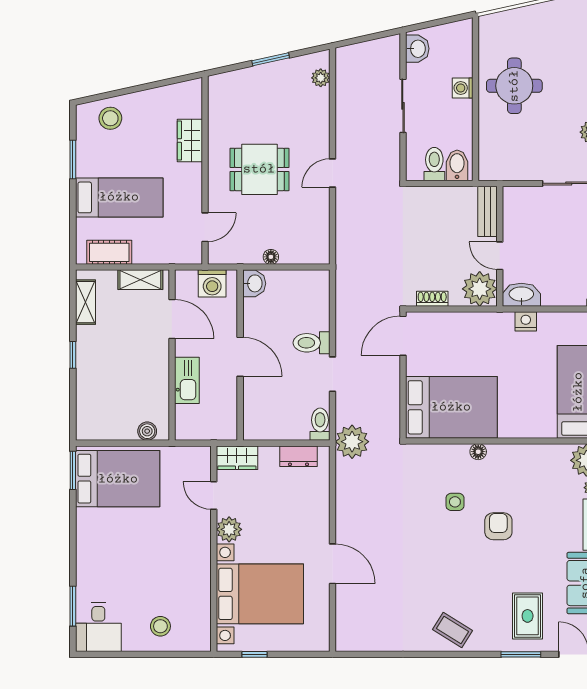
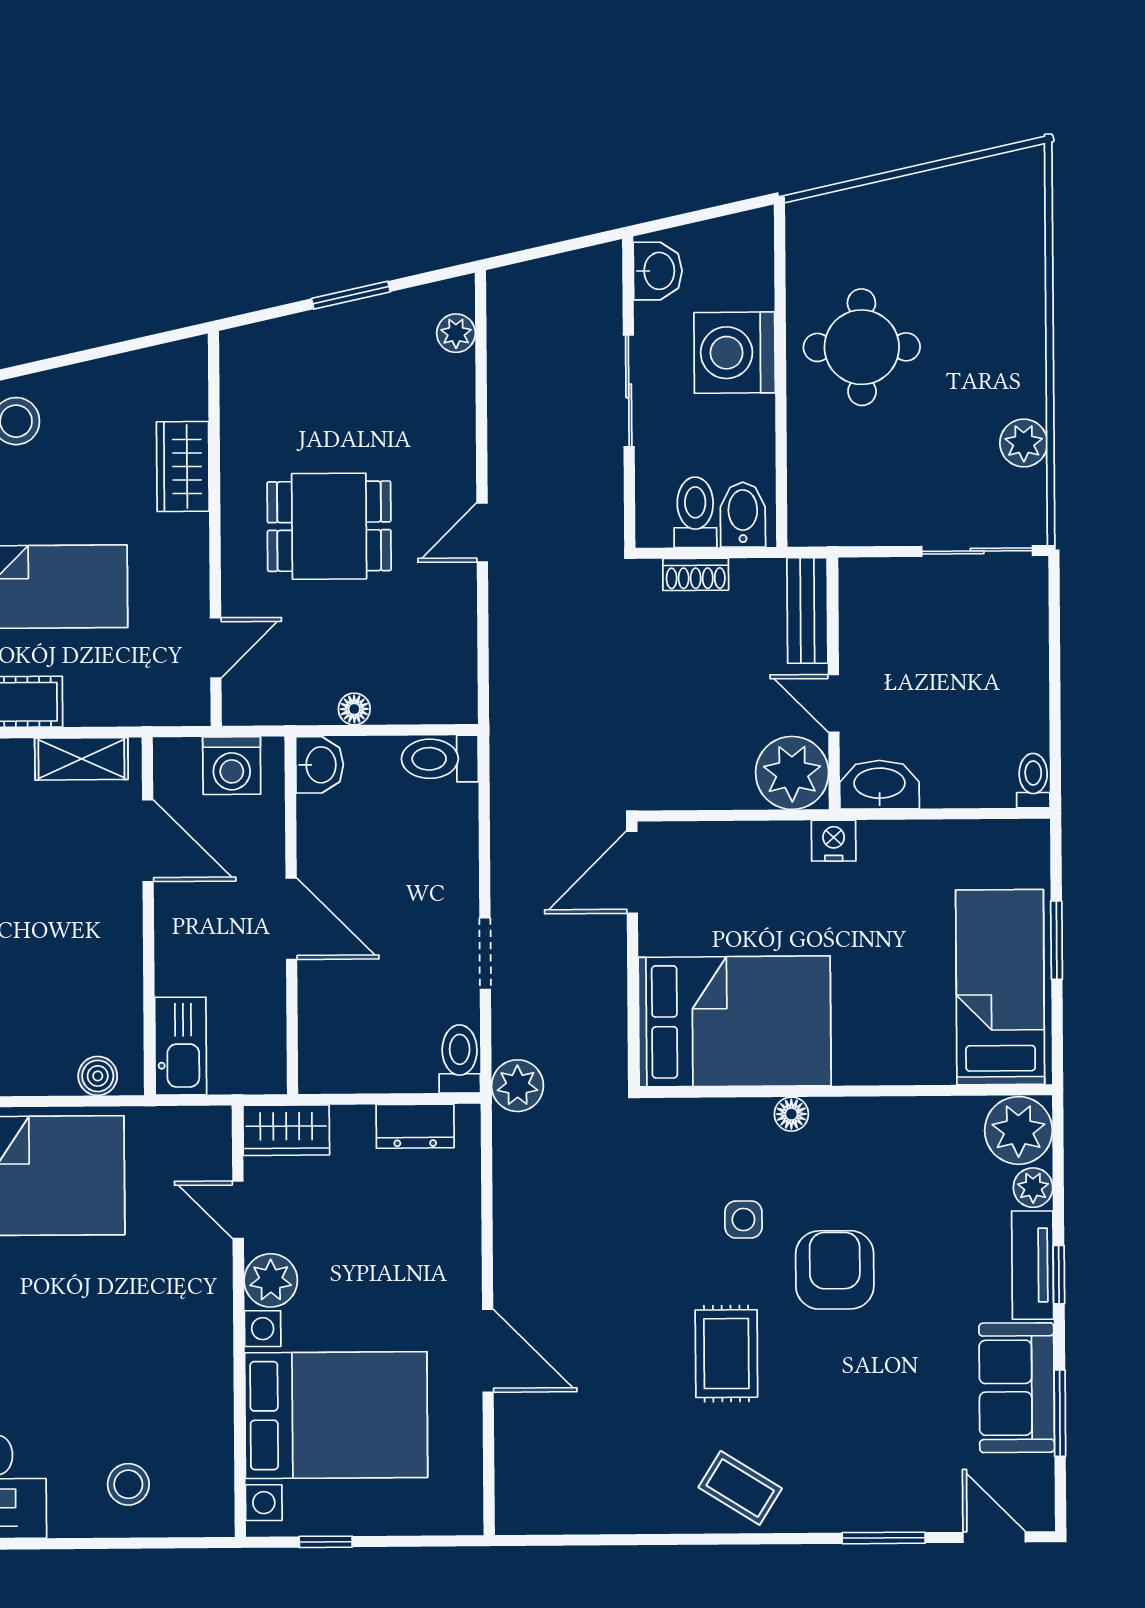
washing machine: (463, 88) -> (735, 353), width x1.89, depth x1.89
shoe rack: (432, 299) -> (696, 574), moved, turned 180
nightstand: (526, 321) -> (834, 841), moved
toilet: (312, 343) -> (440, 759), moved
kitchen sink: (187, 380) -> (181, 1046), moved
plant: (352, 442) -> (517, 1086), width x0.73, depth x0.73
armchair: (498, 526) -> (835, 1270), width x1.38, depth x1.38
rug: (528, 616) -> (726, 1354), moved

